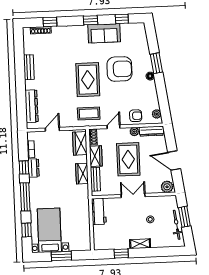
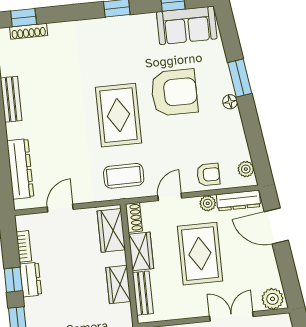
window: (50, 22) -> (24, 18), moved
sofa: (104, 33) -> (187, 25), moved
door: (174, 160) -> (276, 226), moved
double door: (133, 196) -> (231, 316), moved

